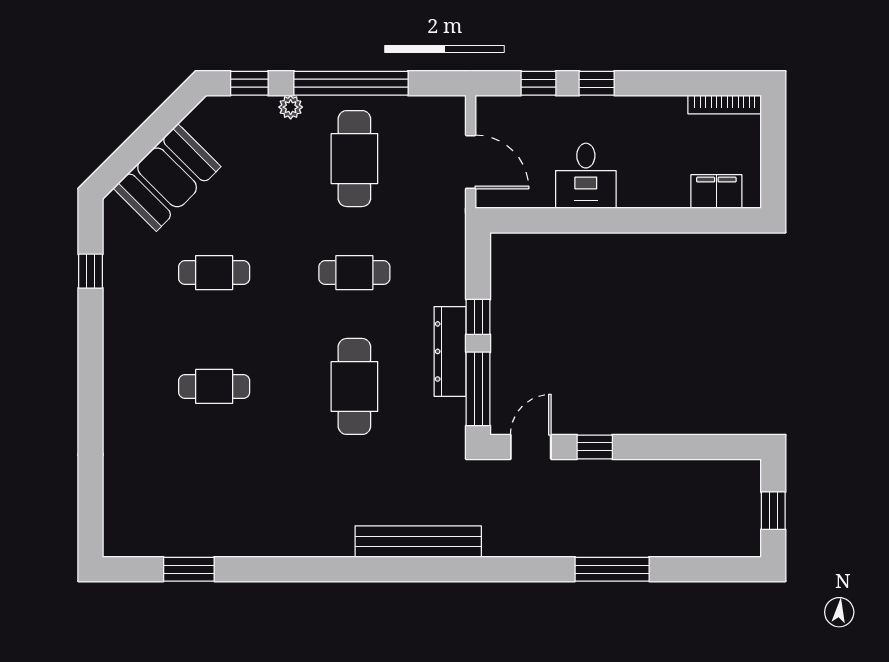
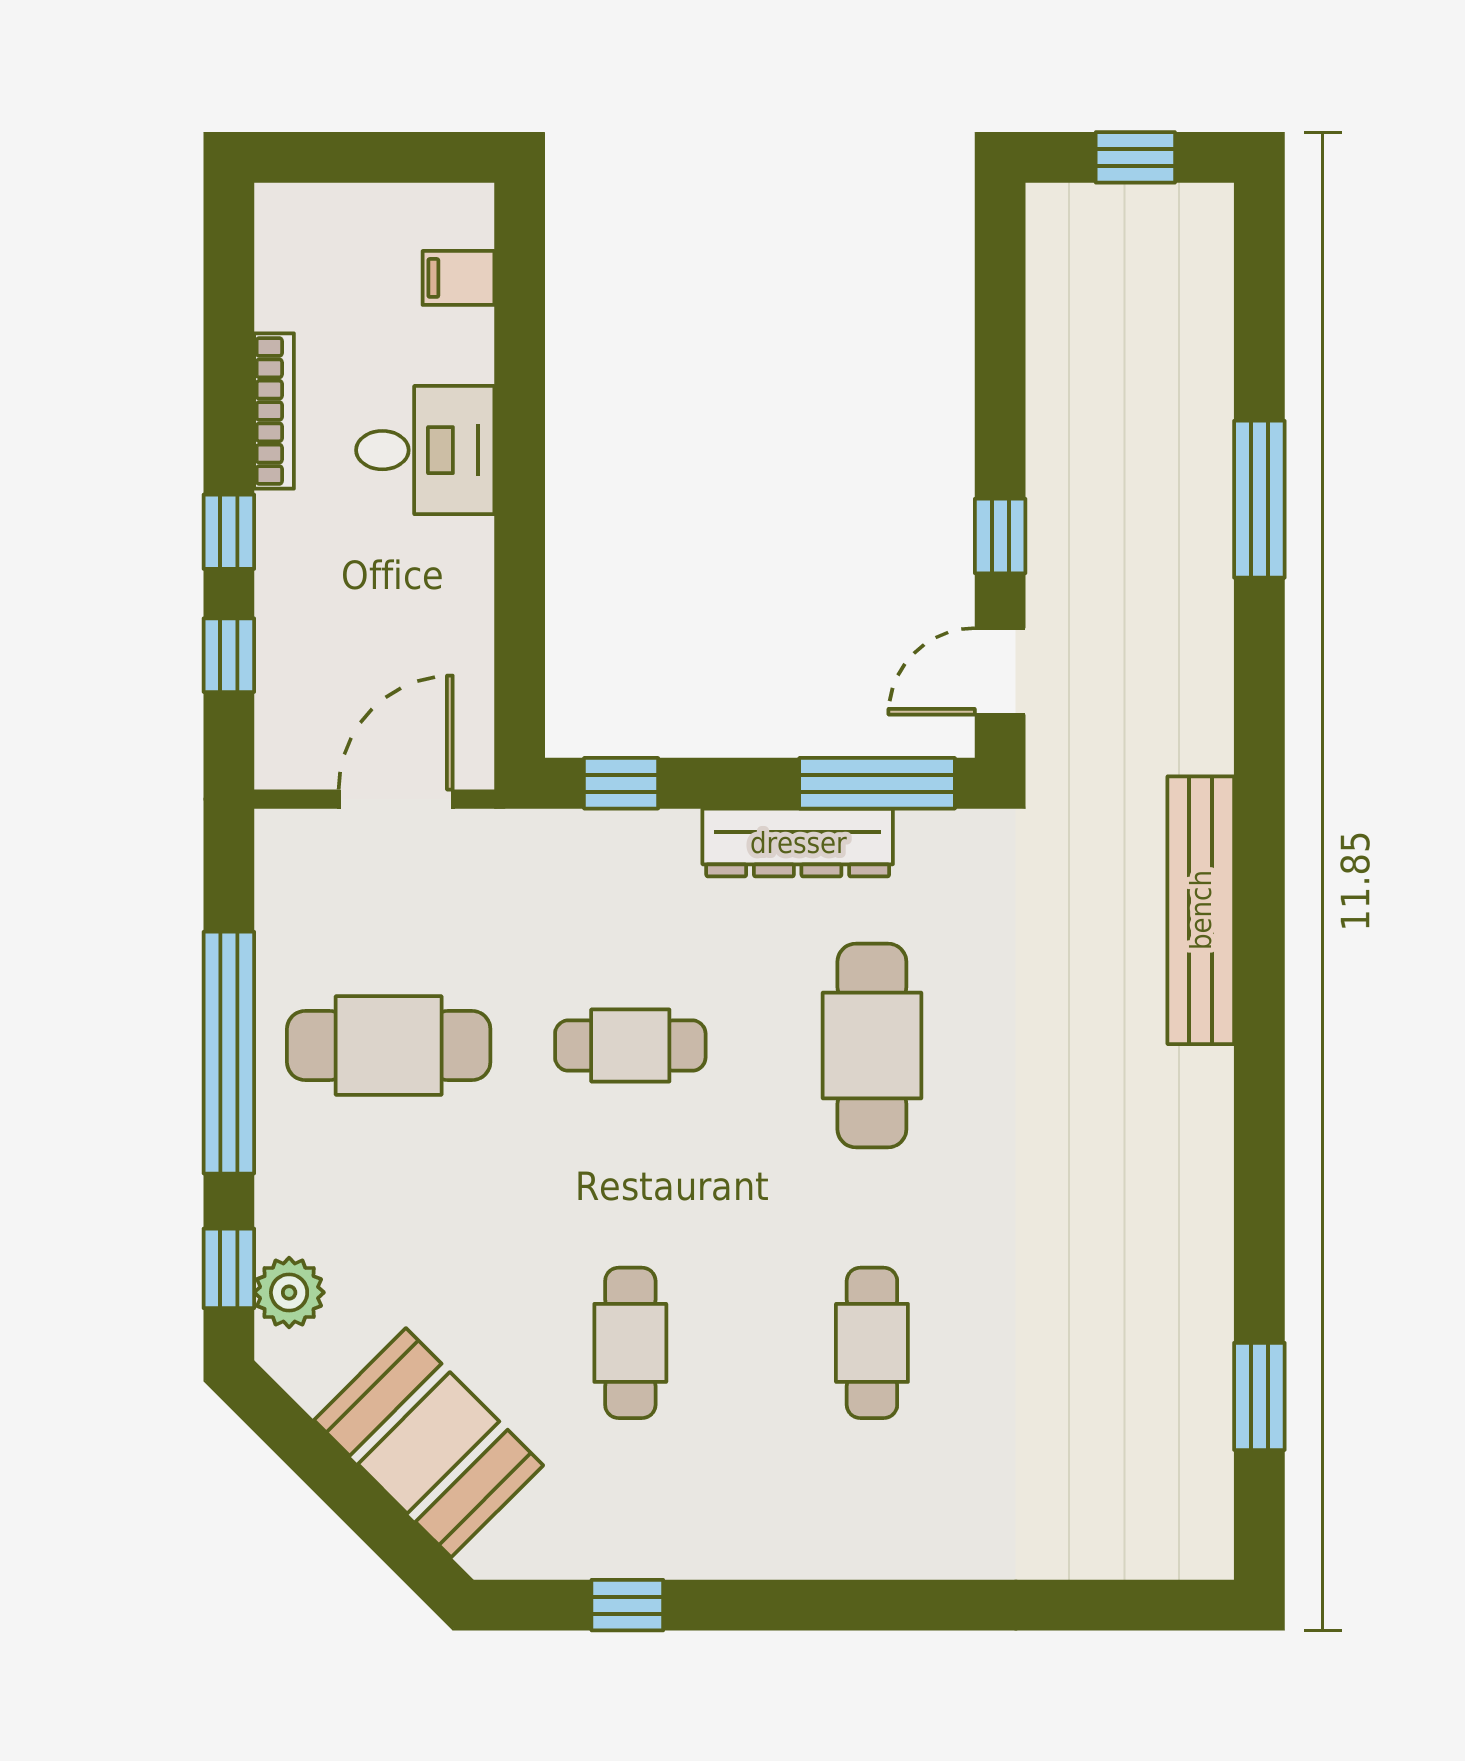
bookcase: (725, 105) -> (274, 411), moved
plant: (291, 107) -> (289, 1292), moved, width x1.38, depth x1.38
desk: (586, 176) -> (425, 450), moved
filing cabinet: (716, 191) -> (458, 278), width x0.50
cafe table: (354, 273) -> (630, 1046), turned 90
window: (478, 317) -> (621, 783), moved
cafe table: (354, 386) -> (872, 1046), turned 90
door: (531, 447) -> (1000, 671), hinge flipped

